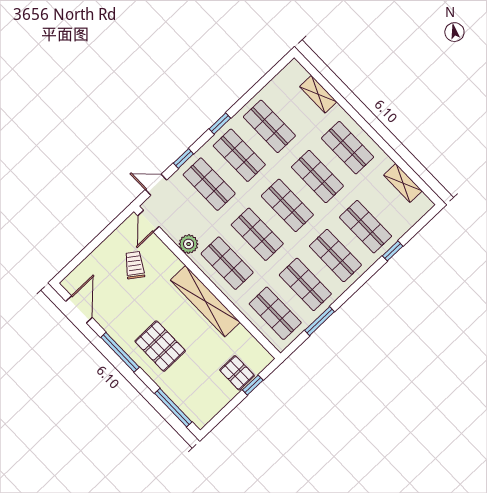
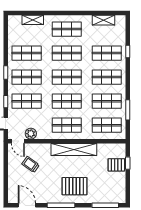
plant: (189, 244) -> (31, 134), moved

